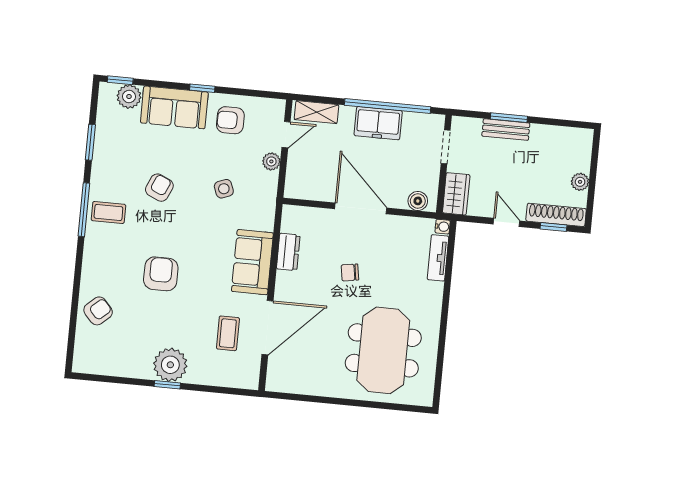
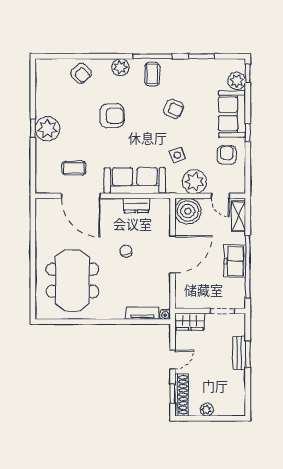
plant: (271, 161) -> (194, 182), width x1.88, depth x1.88
boiler: (418, 201) -> (188, 211), moved, width x1.86, depth x1.86
plant: (95, 256) -> (120, 67), added
sofa: (252, 262) -> (135, 181), width x1.36
meeting table: (383, 350) -> (72, 280), turned 90

